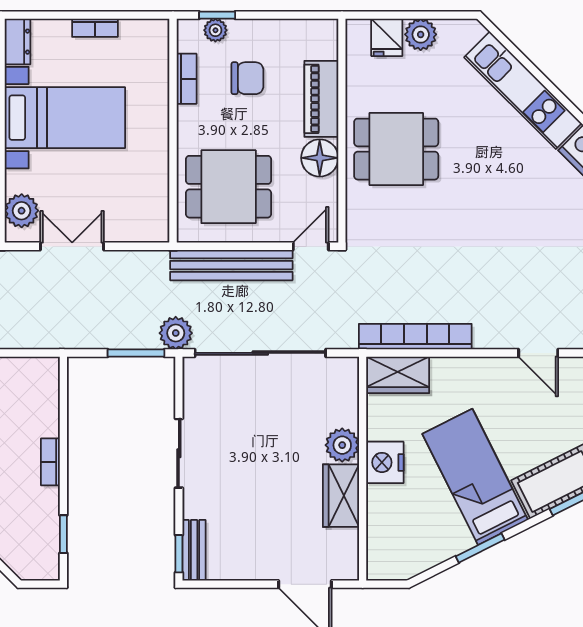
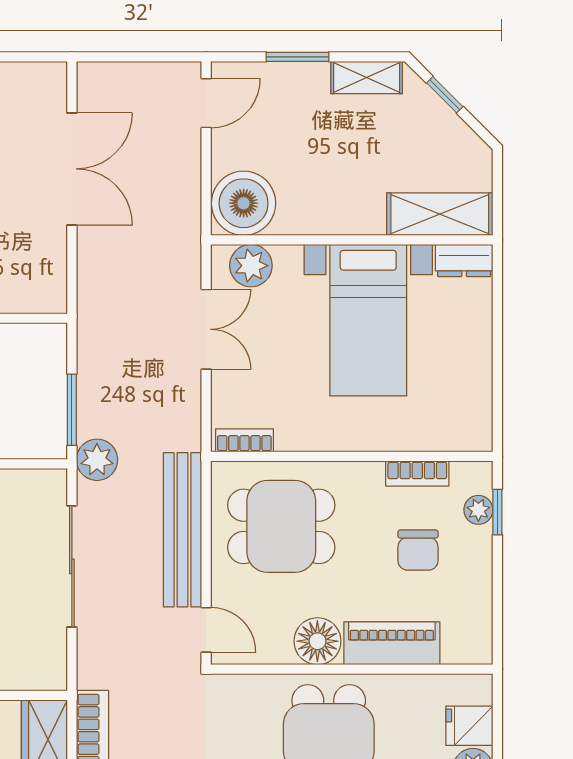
bookcase: (95, 28) -> (244, 440), moved, turned 90
dining table: (229, 187) -> (281, 526), turned 90
sliding door: (260, 353) -> (72, 566), width x0.73

